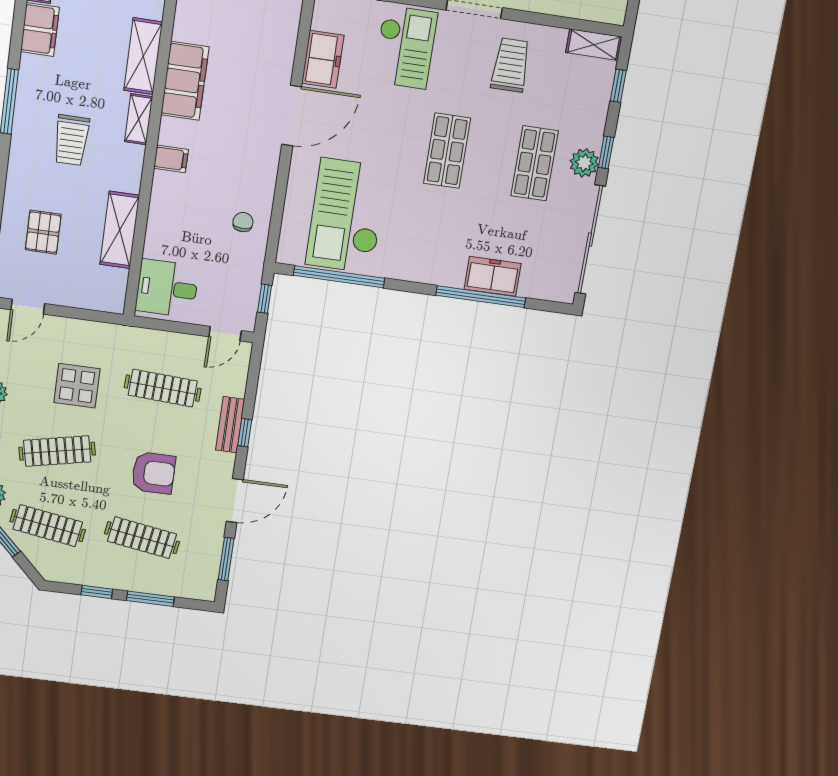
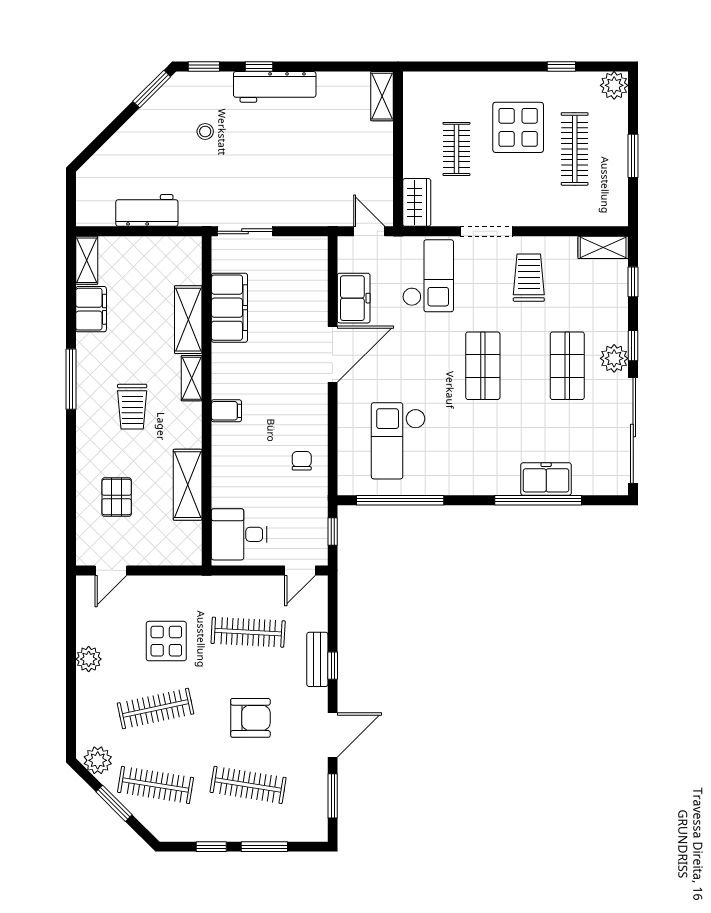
filing cabinet: (185, 81) -> (229, 308), moved
checkout: (347, 216) -> (398, 441), width x0.73, depth x0.83

